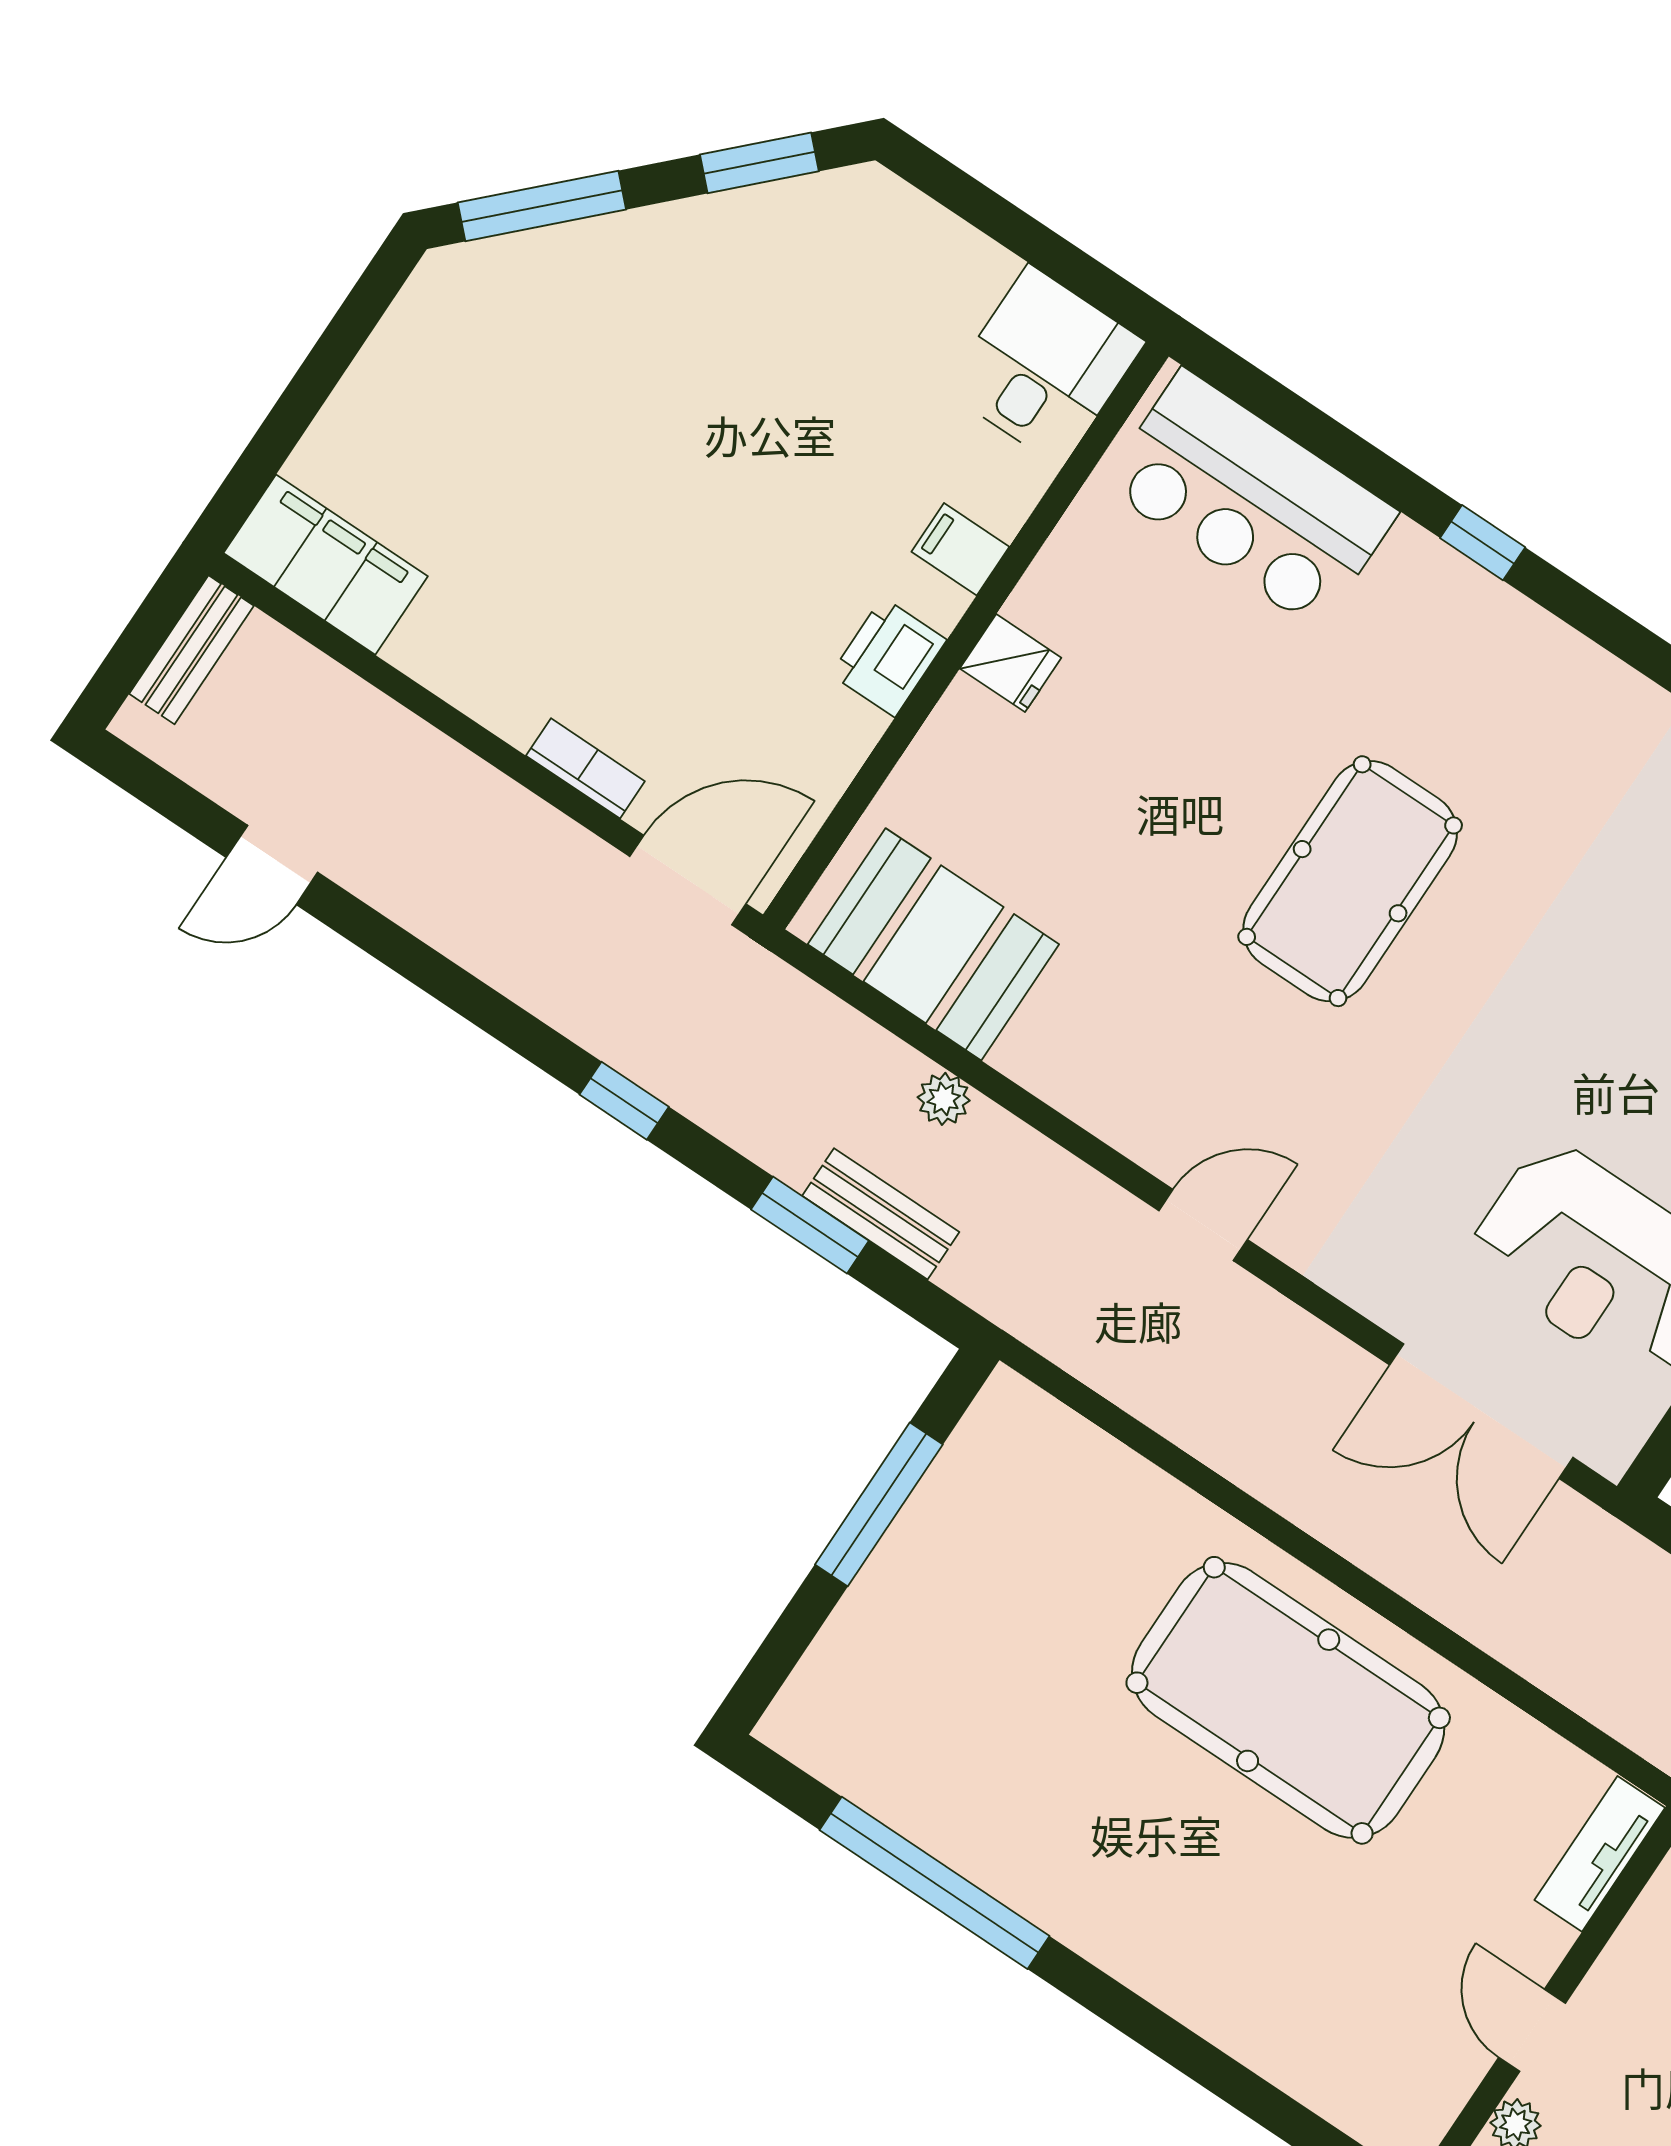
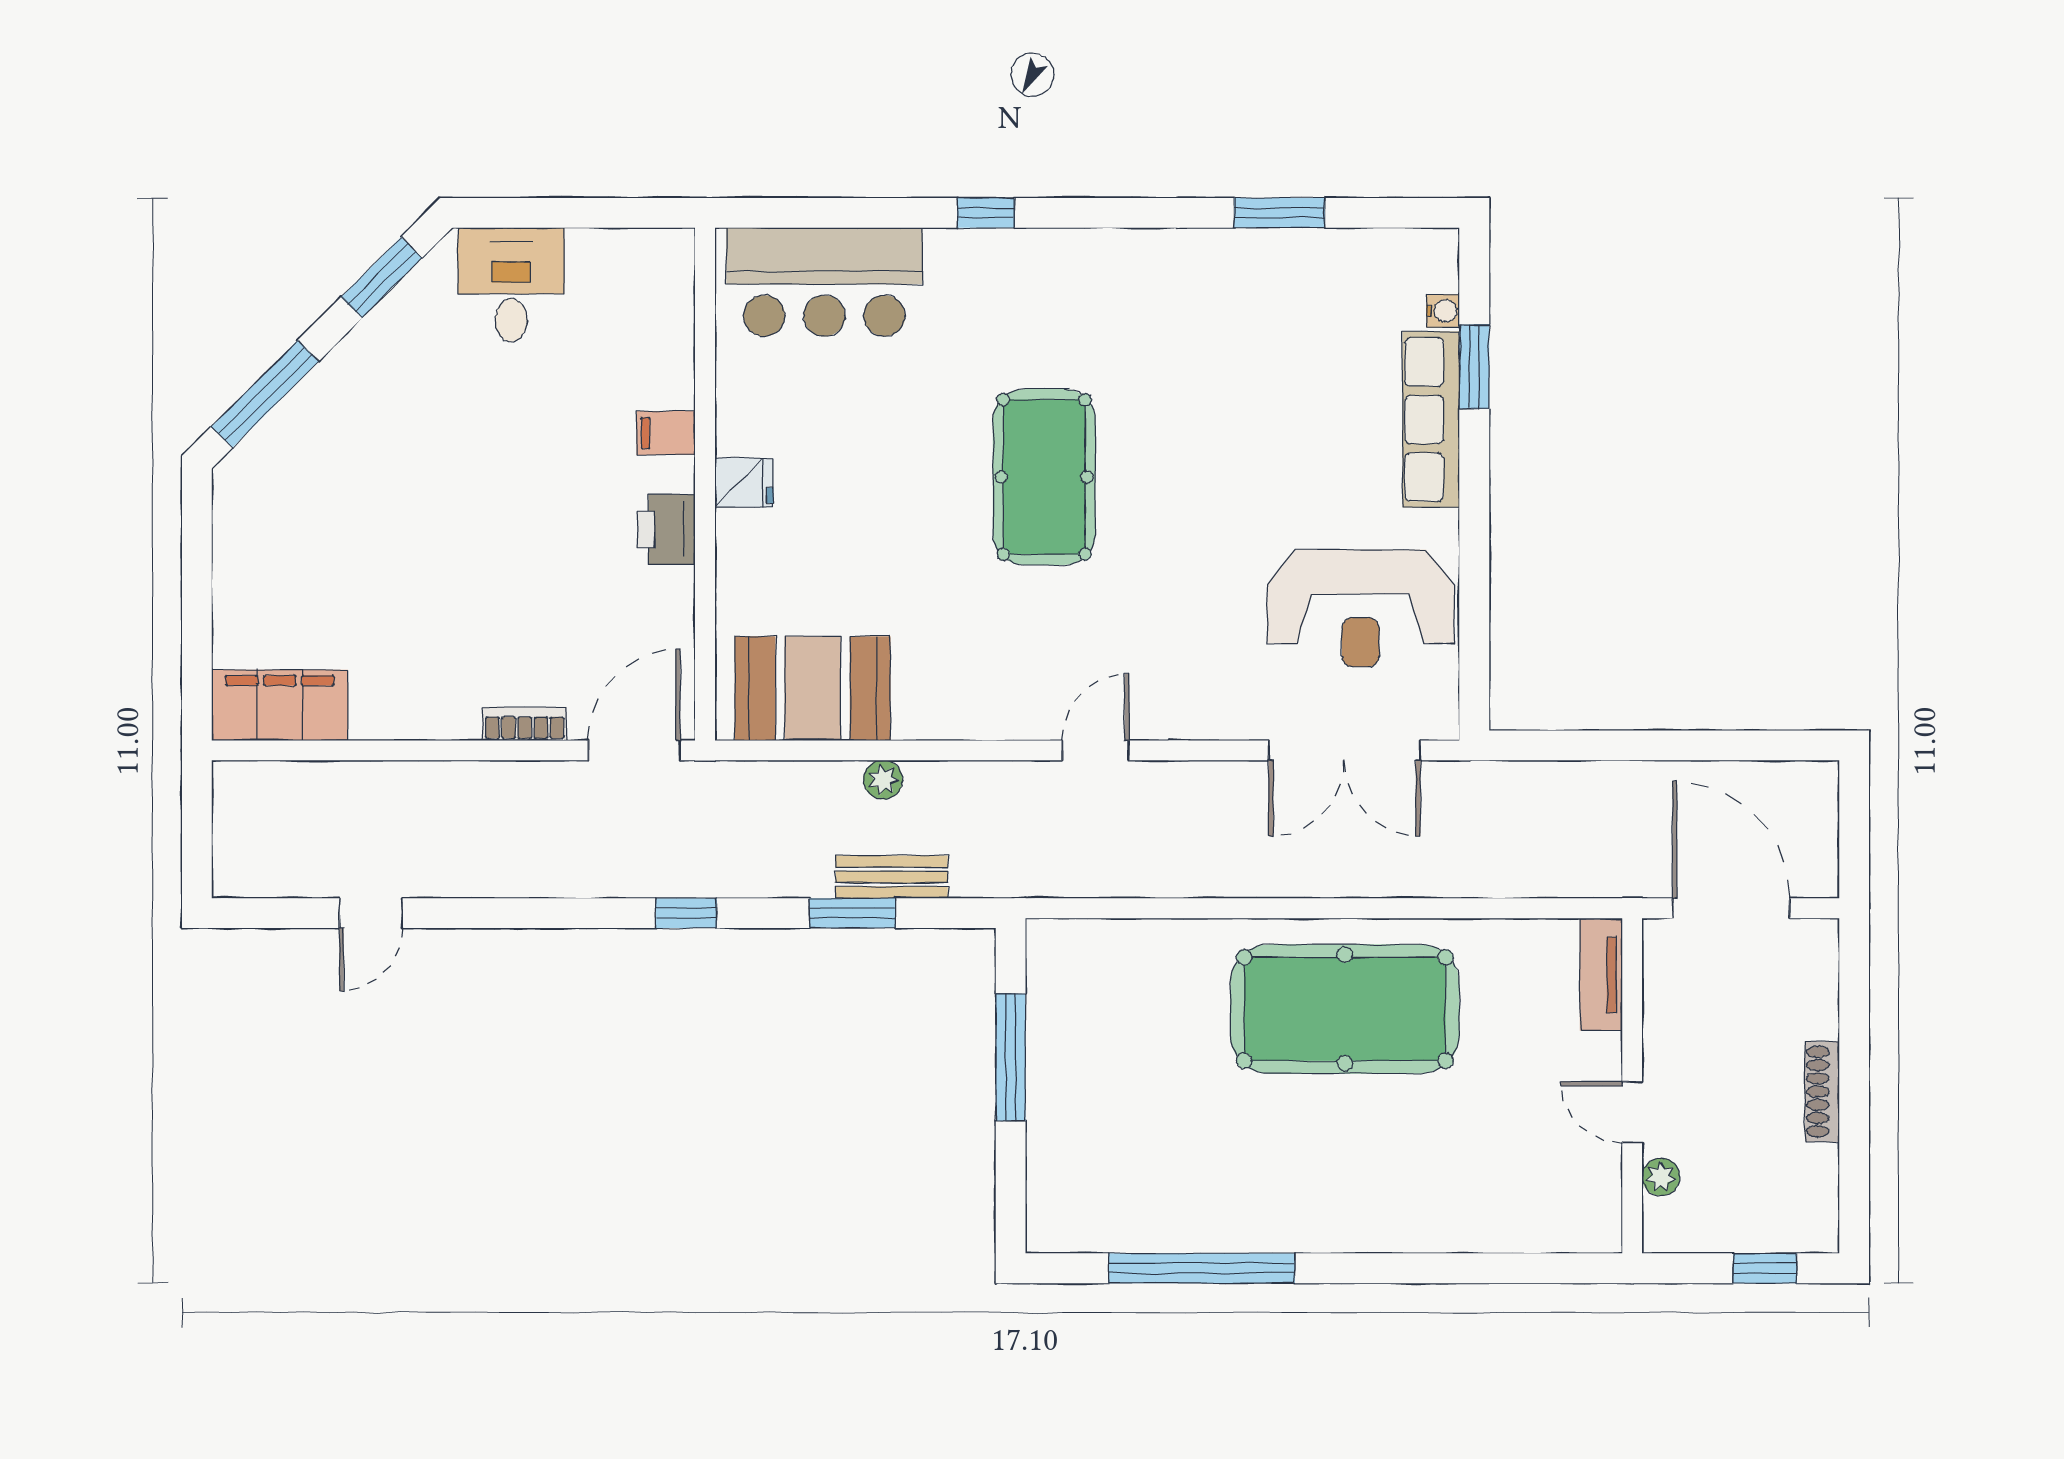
desk: (1045, 366) -> (511, 285), moved
bench: (191, 650) -> (232, 813), removed

